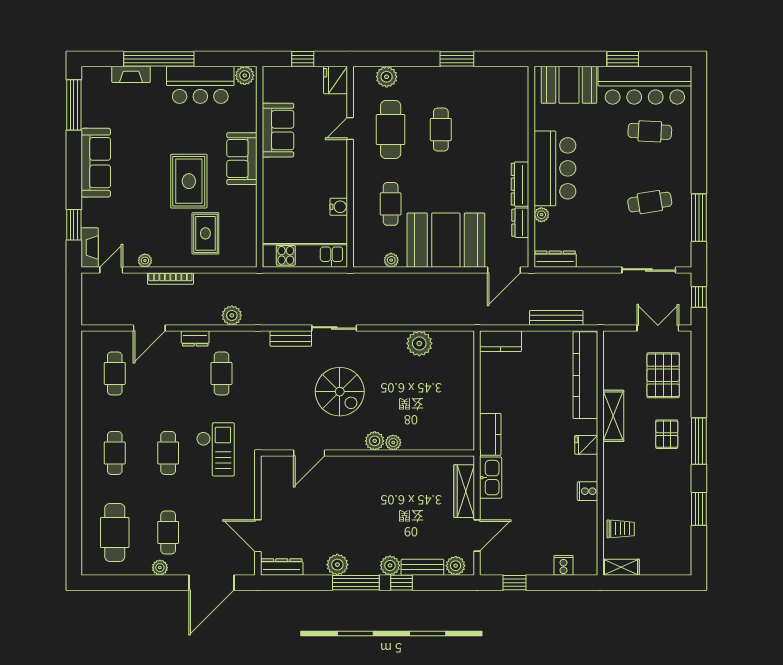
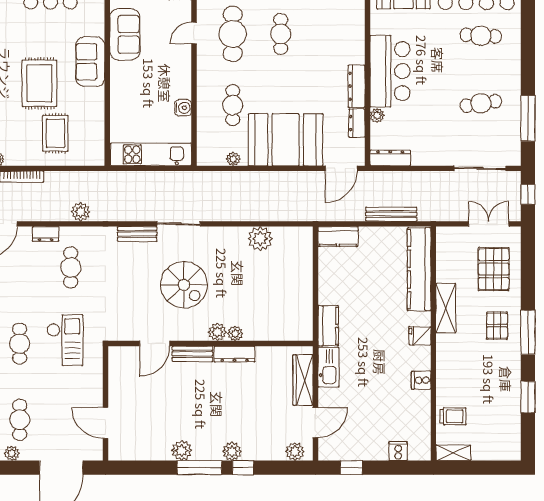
dresser: (282, 567) -> (234, 354), moved, turned 180
bench: (422, 567) -> (193, 354), moved

